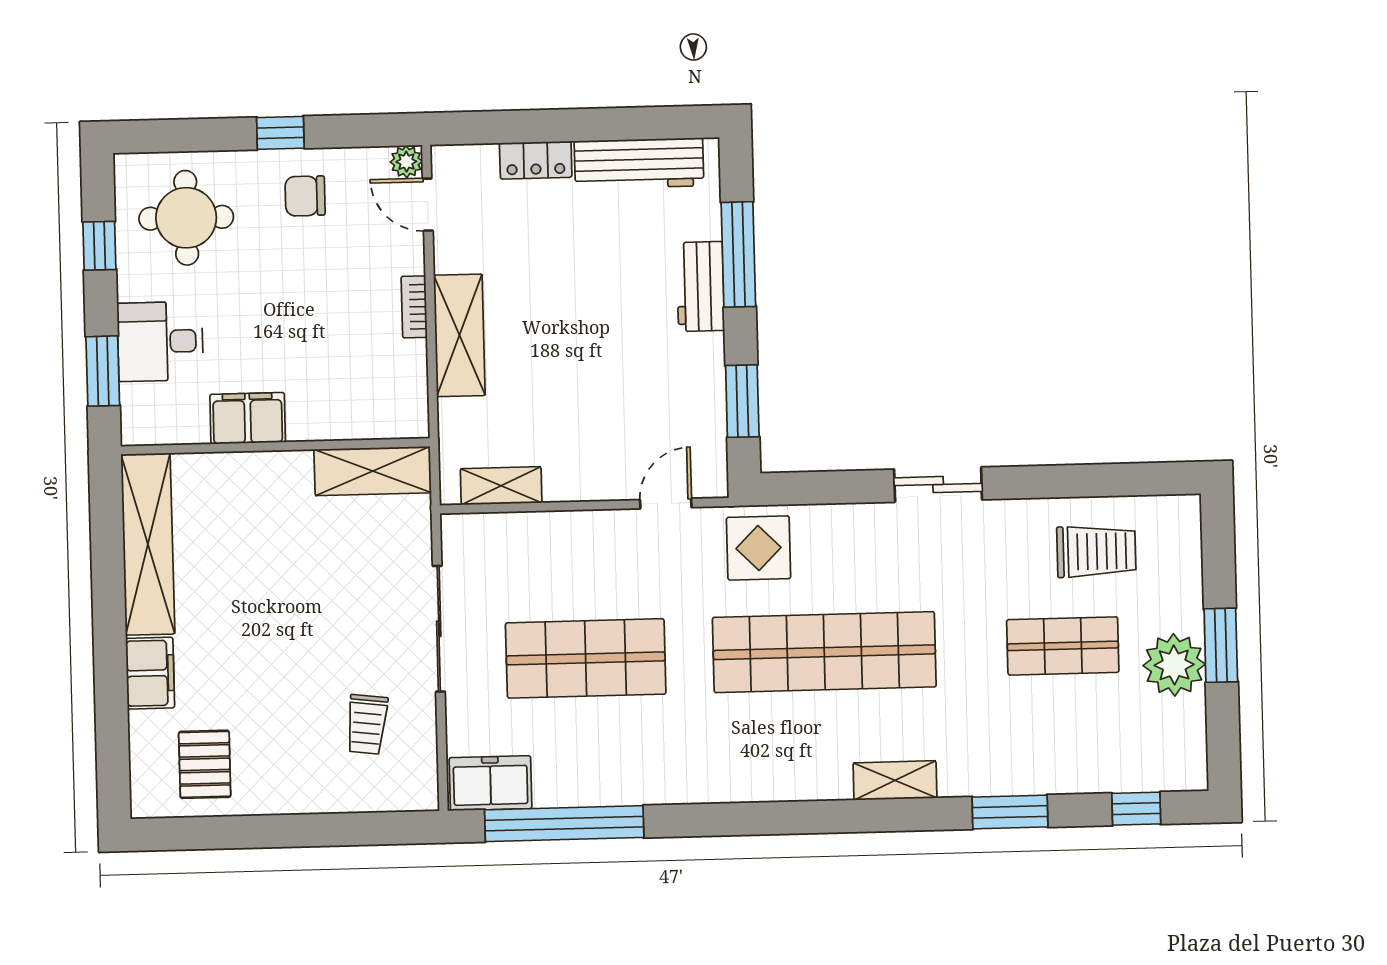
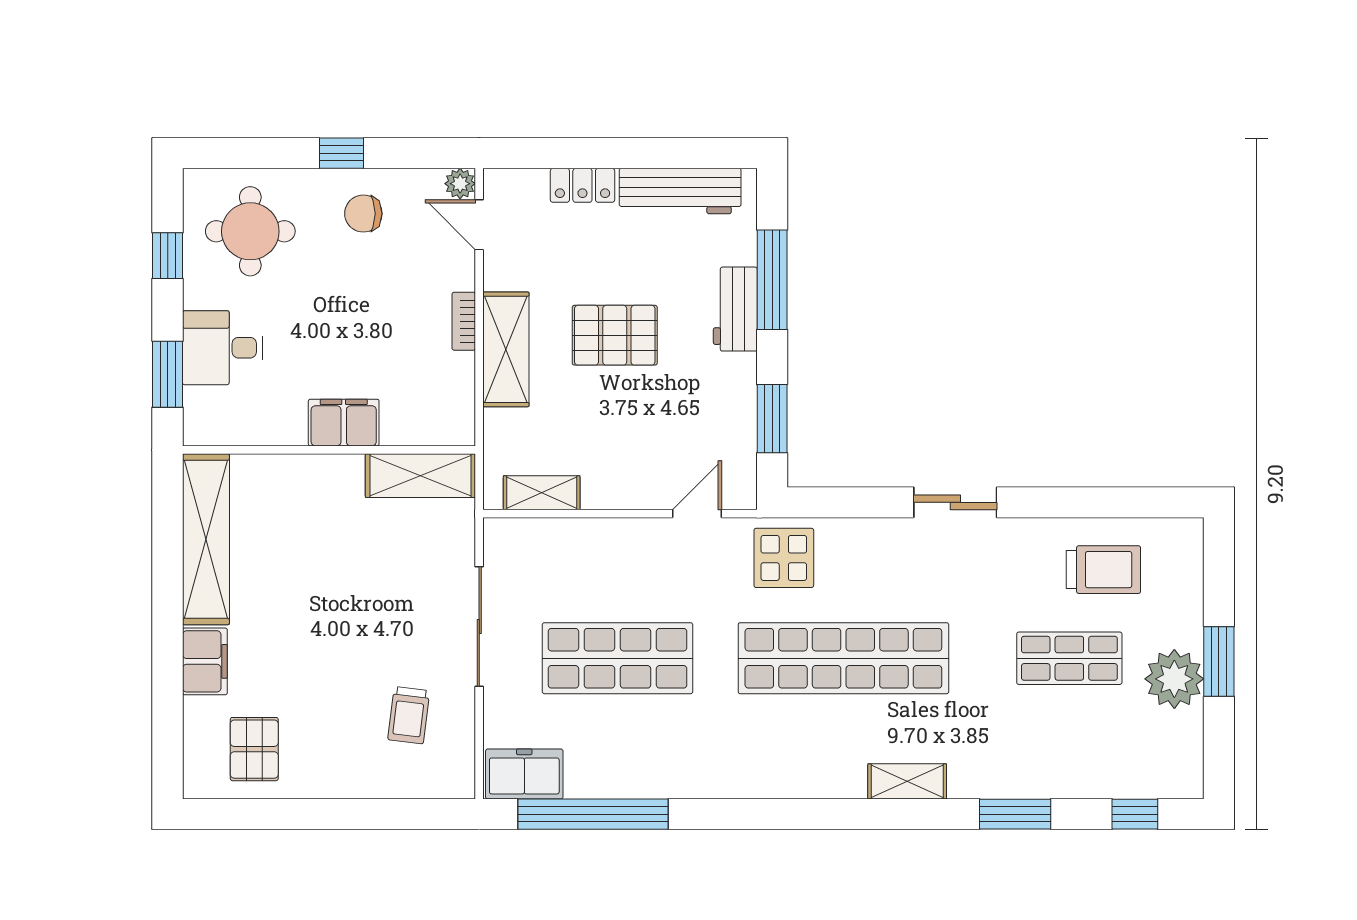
pallet: (574, 317) -> (615, 335), added
filing cabinet: (248, 418) -> (344, 423), moved

